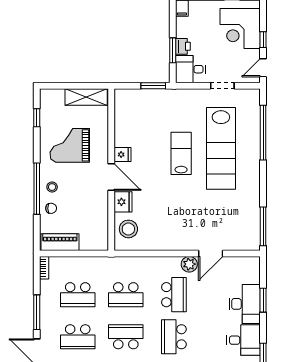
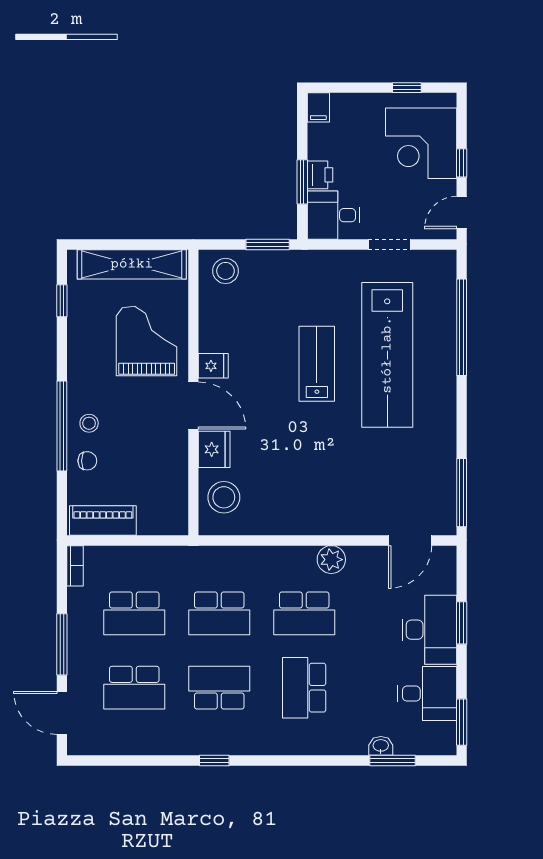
shelving: (86, 97) -> (132, 264), width x1.47
stool: (129, 101) -> (226, 271), added
grand piano: (70, 145) -> (147, 341), moved, turned 90
door: (211, 253) -> (410, 540), moved
school desk: (174, 295) -> (304, 613), turned 90

